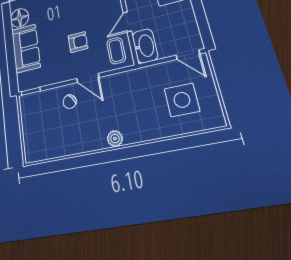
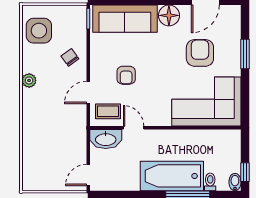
sofa: (26, 48) -> (125, 19), width x1.36
door: (88, 78) -> (88, 92), moved
side table: (182, 100) -> (39, 31), moved
plant: (115, 139) -> (29, 80), moved

